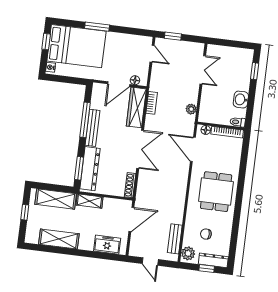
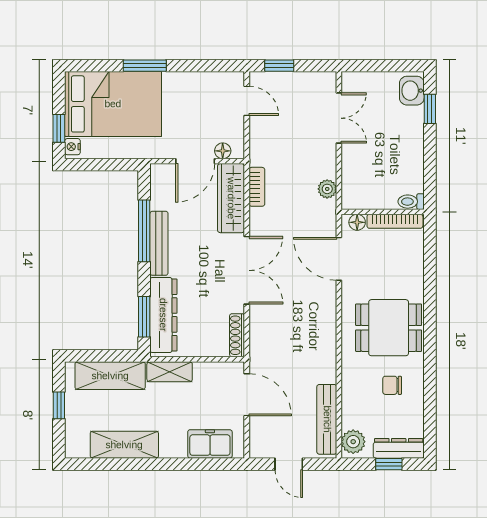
window: (46, 42) -> (59, 128), moved
washbasin: (241, 100) -> (412, 91), moved
dining table: (216, 192) -> (389, 328), turned 90
door: (131, 219) -> (247, 395), hinge flipped
chair: (206, 234) -> (392, 385), moved
bench: (175, 239) -> (327, 419), width x1.36

